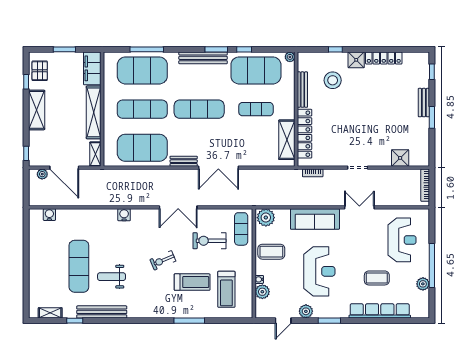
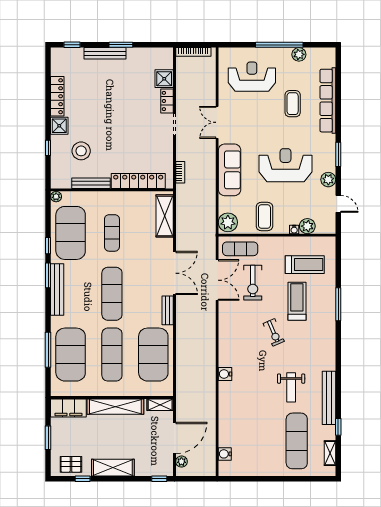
bench: (424, 103) -> (105, 53), width x1.36
shelving: (287, 140) -> (165, 216), moved, turned 90
locker: (379, 161) -> (167, 101), added
double door: (178, 207) -> (217, 280), moved
exercise mat: (79, 266) -> (297, 441), moved, turned 90

